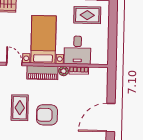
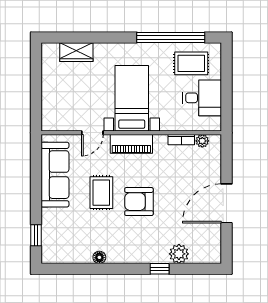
desk: (77, 50) -> (202, 98), moved, turned -90
door: (14, 64) -> (92, 133), swing flipped
plant: (64, 71) -> (202, 141), moved

